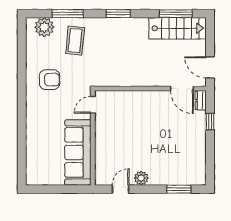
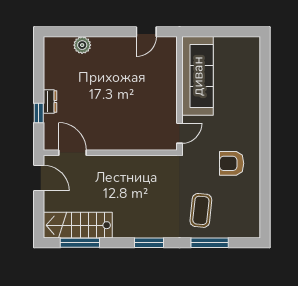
plant: (44, 27) -> (238, 226), removed
dresser: (201, 100) -> (50, 101), moved
plant: (141, 178) -> (82, 45), moved
window: (179, 189) -> (76, 32), removed

